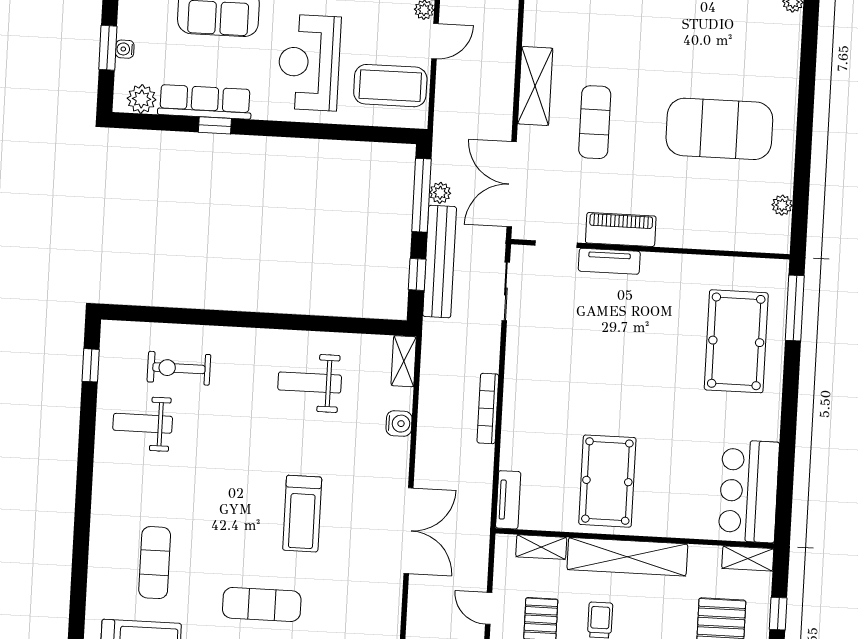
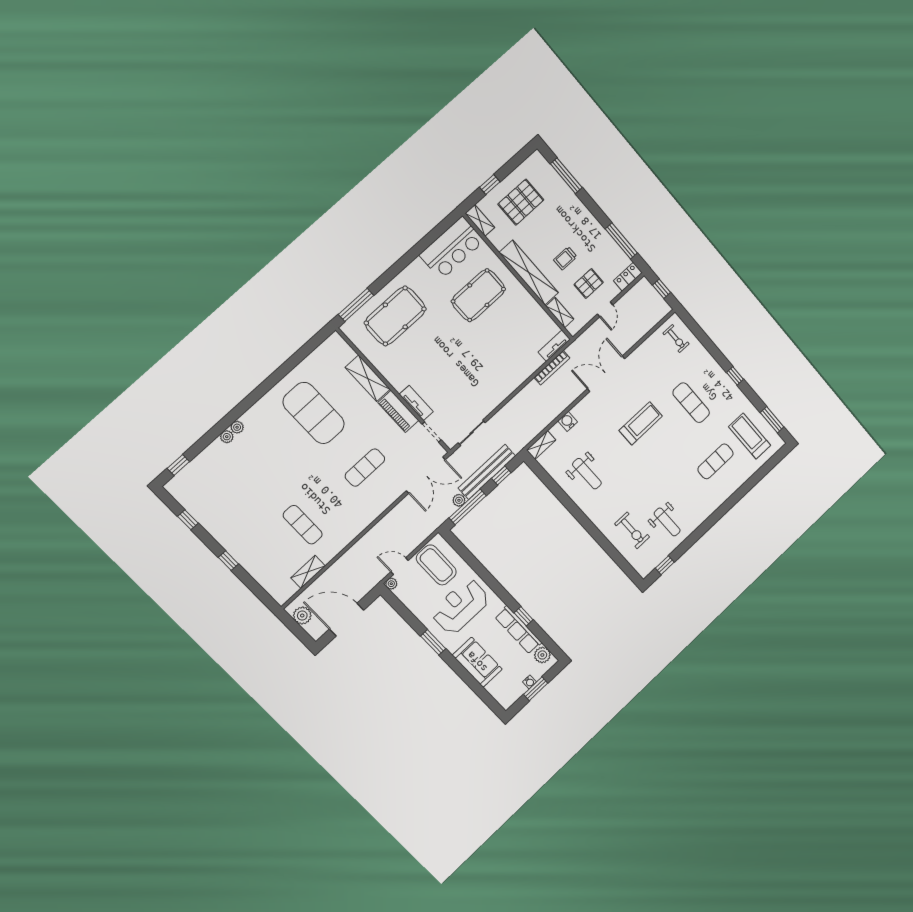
reception desk: (309, 62) -> (460, 606), turned 180
shelving: (535, 86) -> (368, 378), moved, turned 90
plant: (782, 205) -> (237, 427), moved
bookcase: (488, 408) -> (552, 368), moved
pool table: (607, 481) -> (478, 295), moved

